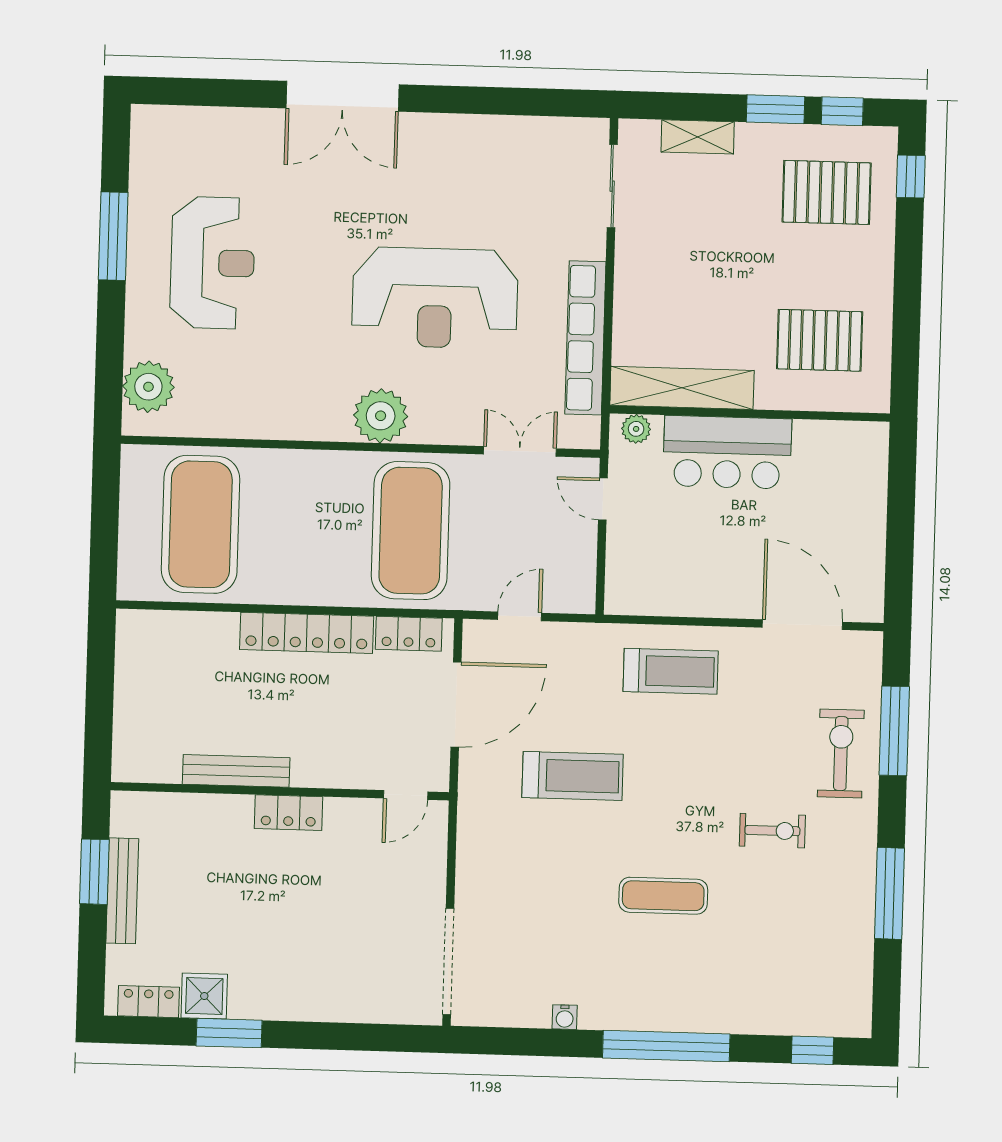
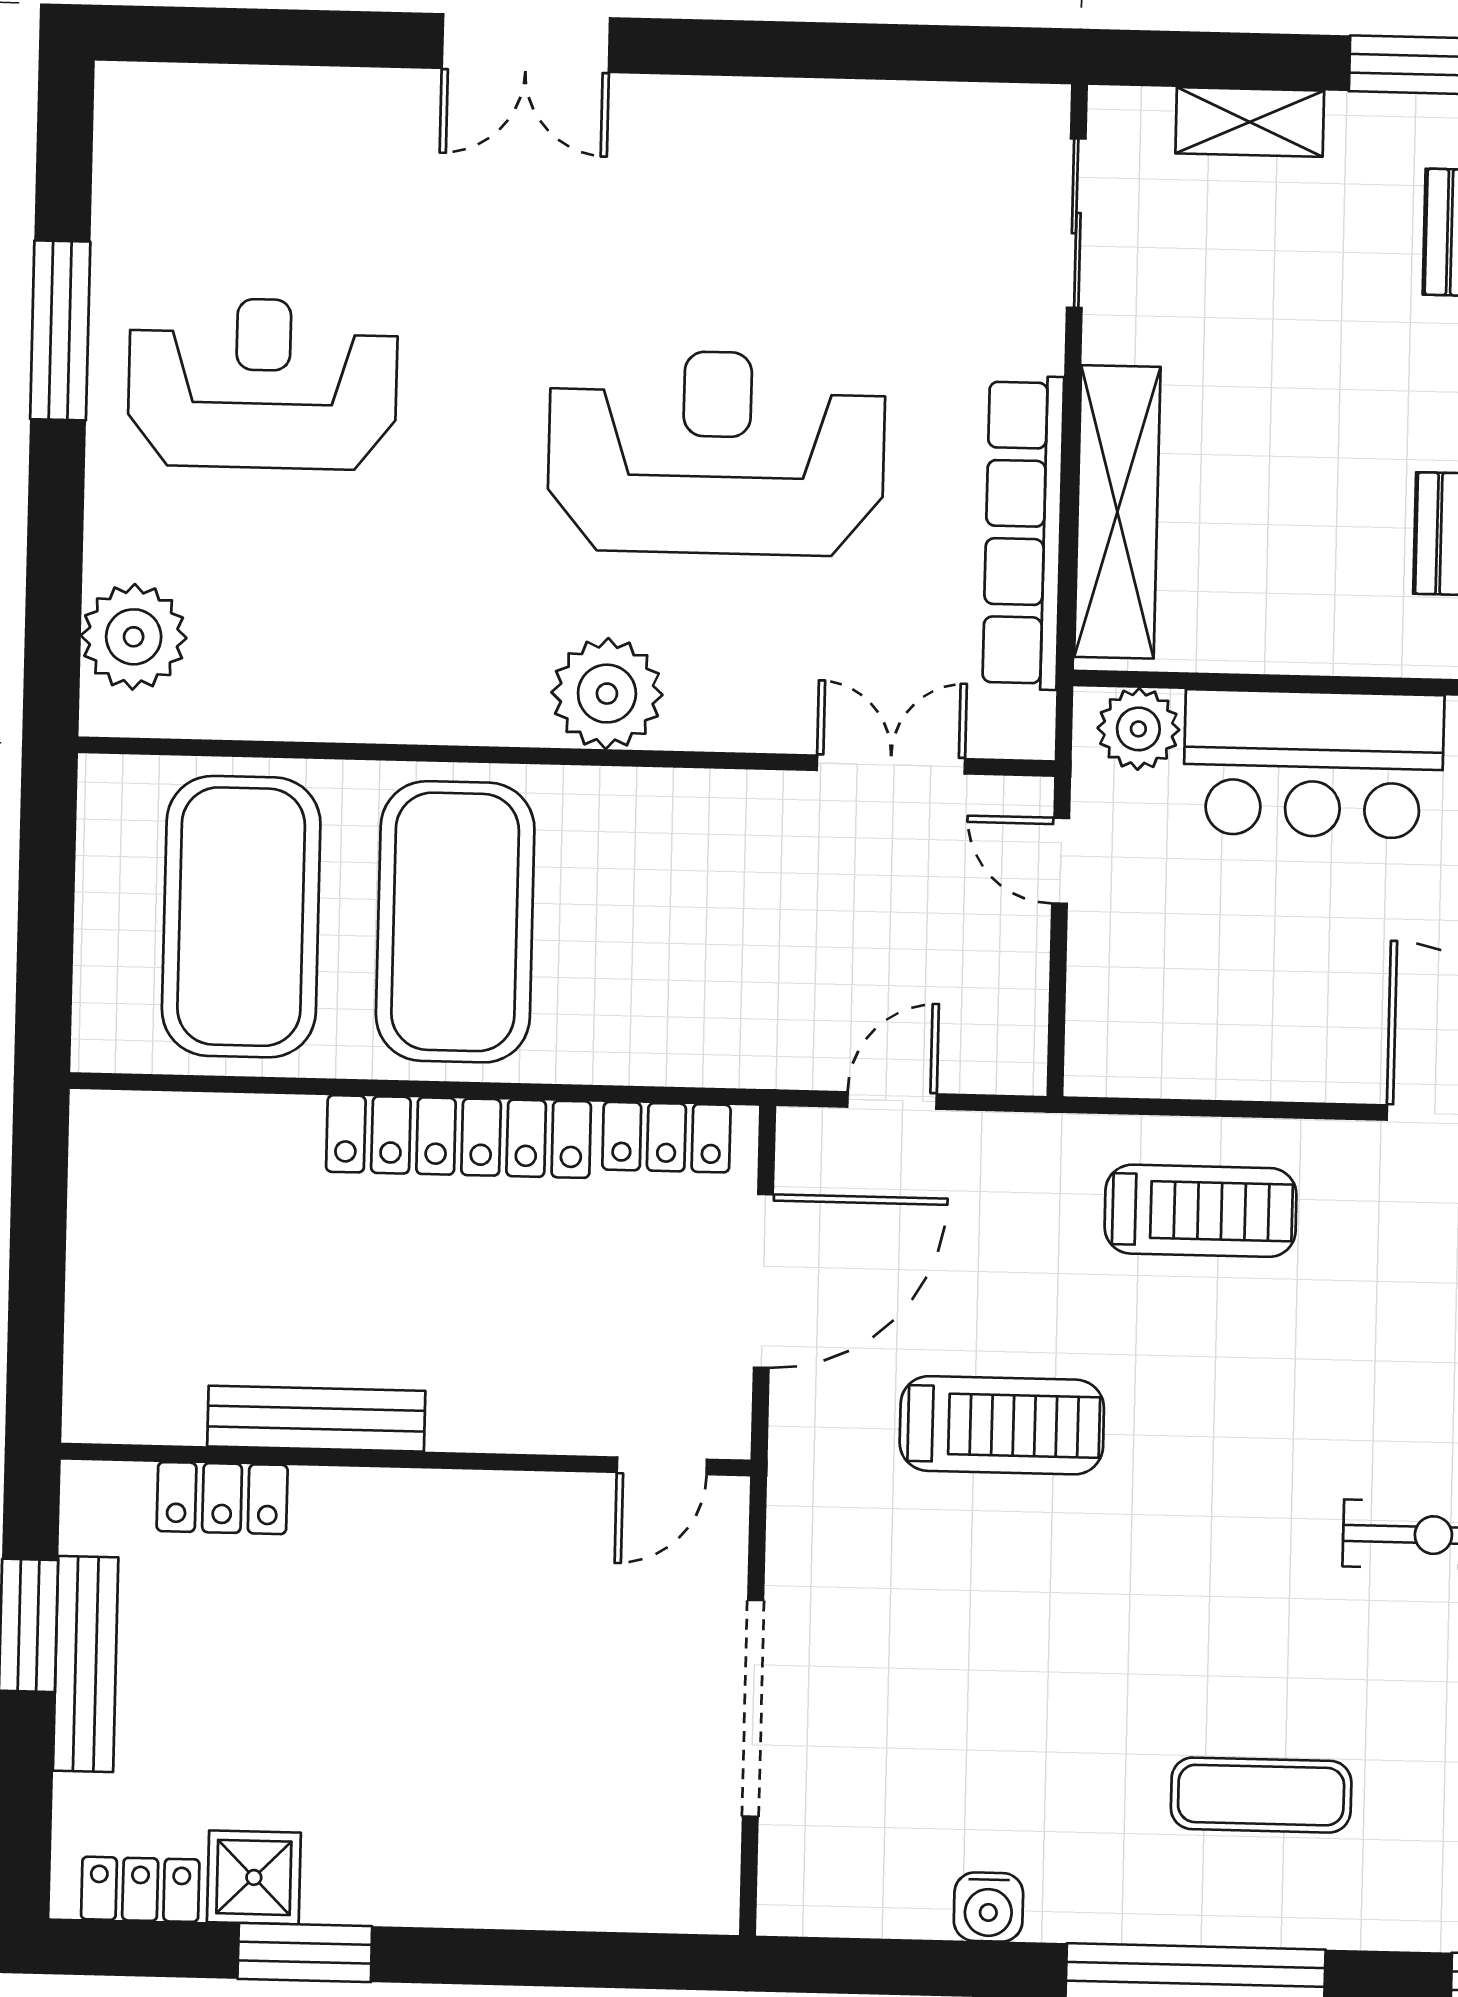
double door: (343, 96) -> (526, 43), width x0.73
reception desk: (212, 263) -> (263, 383), turned -90
reception desk: (435, 298) -> (716, 453), turned 180
shelving: (682, 388) -> (1117, 512), moved, turned 90
plant: (636, 429) -> (1138, 729), width x1.38, depth x1.38
exercise mat: (411, 531) -> (455, 922), moved
locker: (288, 813) -> (222, 1498), moved
exercise mat: (663, 896) -> (1261, 1795), moved
doorway: (448, 961) -> (753, 1708), moved
water cooler: (565, 1017) -> (988, 1907), width x1.38, depth x1.38

